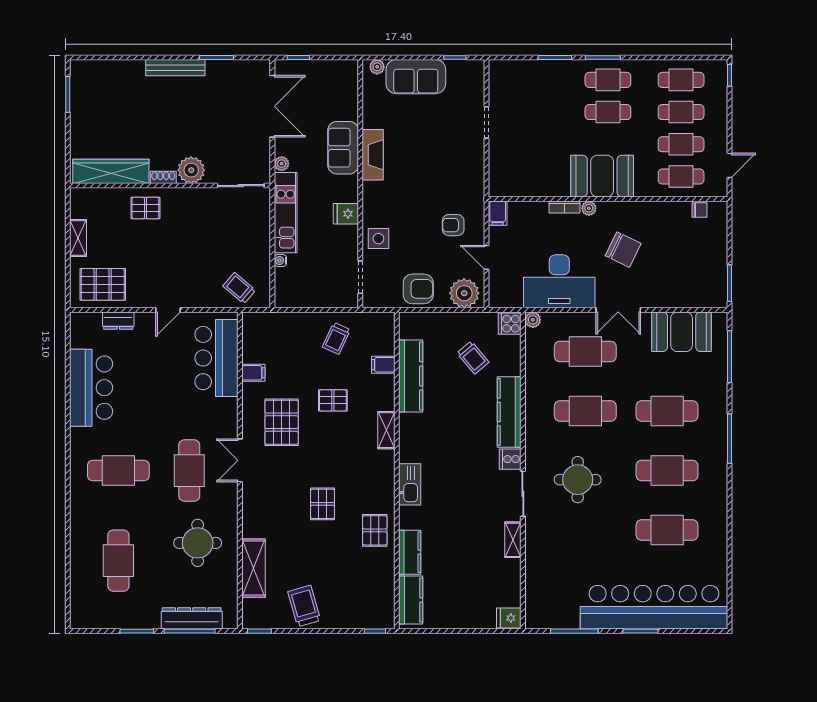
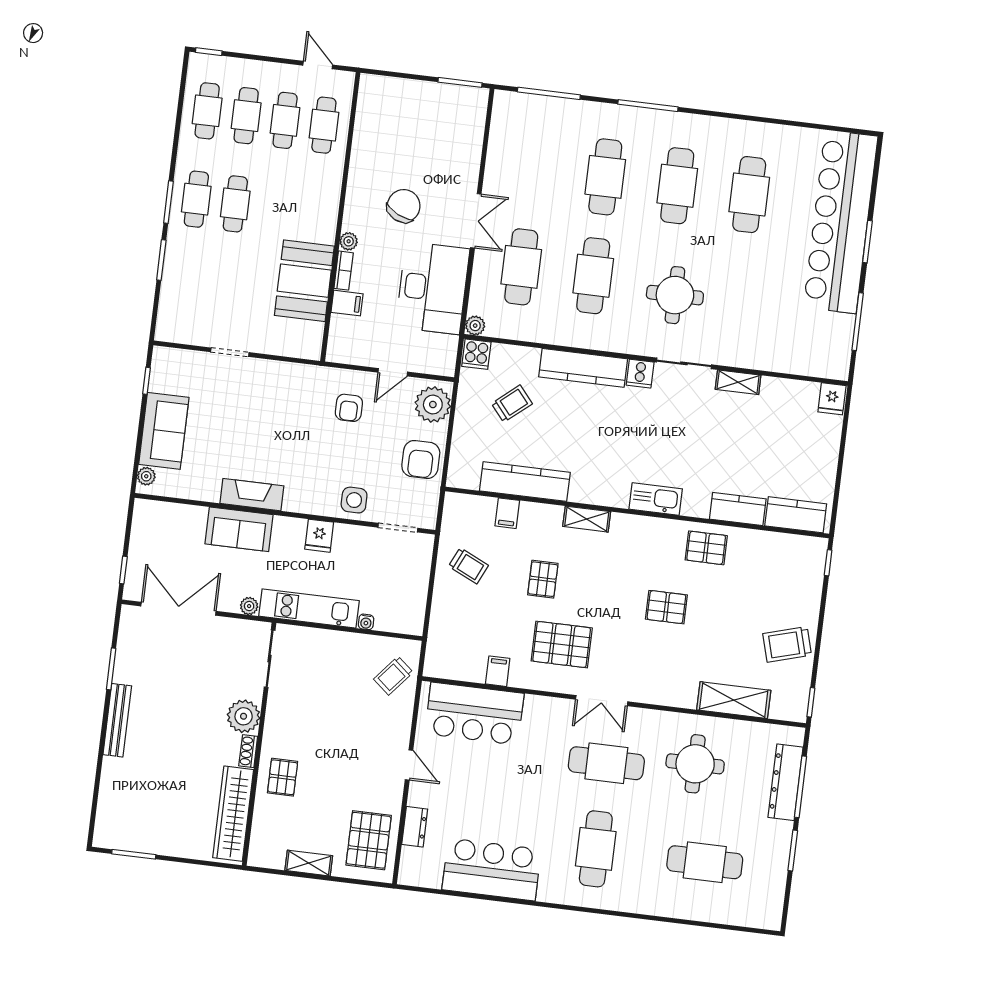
booth: (602, 176) -> (304, 281), moved
chair: (700, 210) -> (367, 108), removed
filing cabinet: (498, 213) -> (347, 303), moved
armchair: (418, 289) -> (421, 459), turned 180
booth: (682, 332) -> (512, 148), removed

